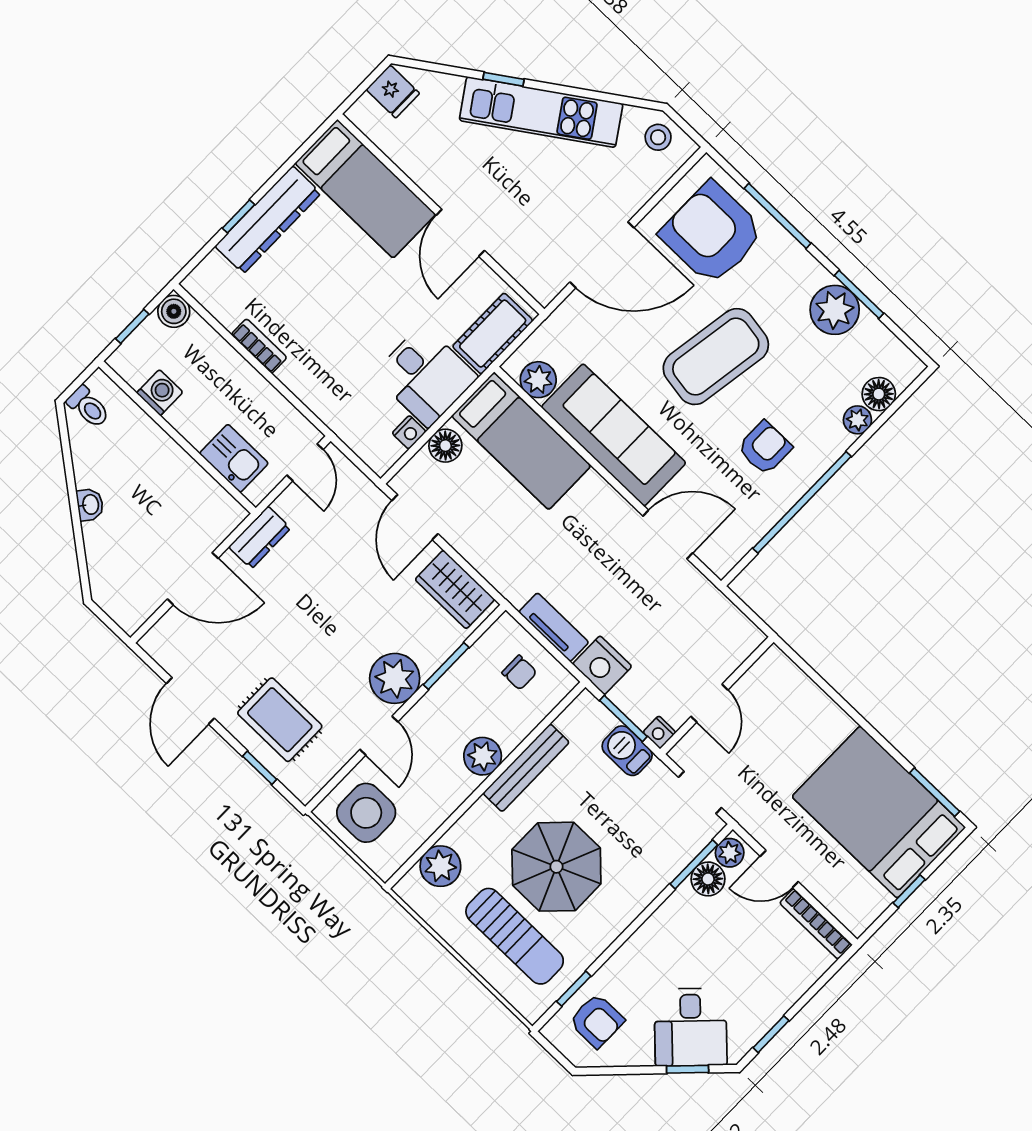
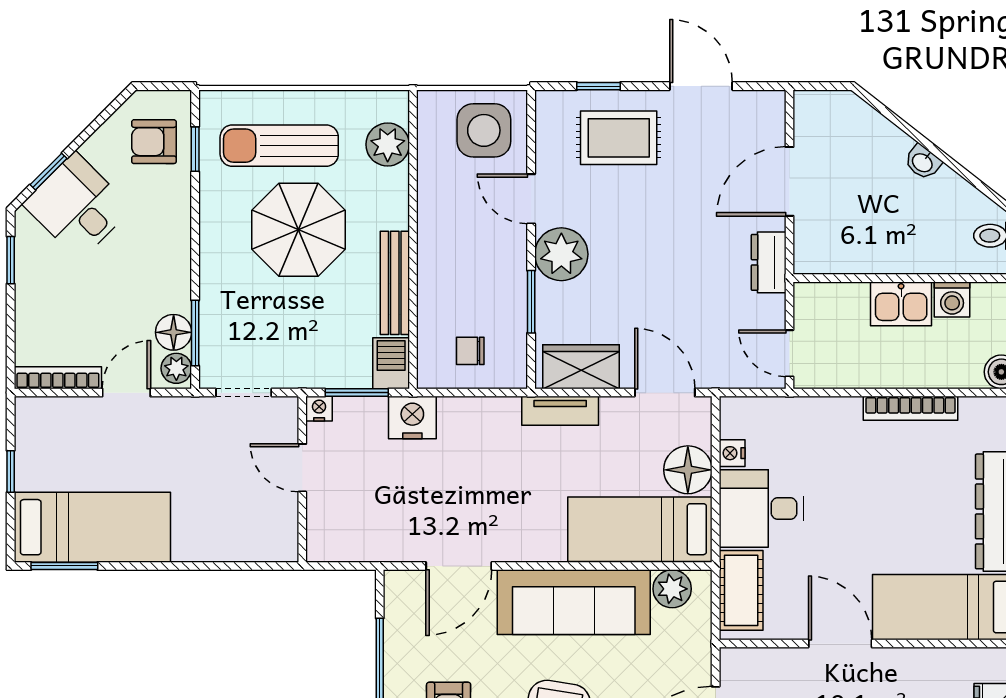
bookcase: (259, 346) -> (910, 408), width x1.56
floor lamp: (445, 446) -> (688, 470), width x1.38, depth x1.38
kitchen sink: (234, 458) -> (901, 304), moved
tv unit: (554, 627) -> (560, 411), moved
barbecue: (627, 751) -> (391, 363), moved, turned -90
plant: (483, 756) -> (437, 260), removed
bed: (879, 812) -> (92, 527), width x0.67

